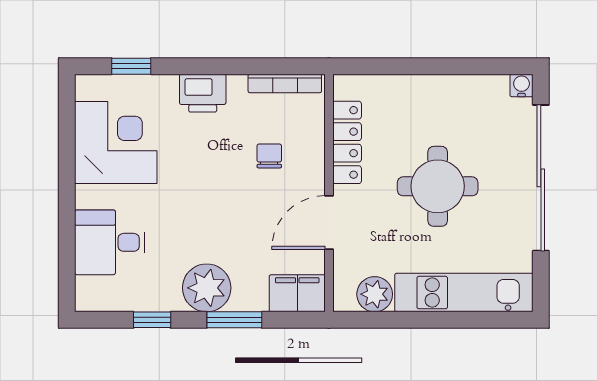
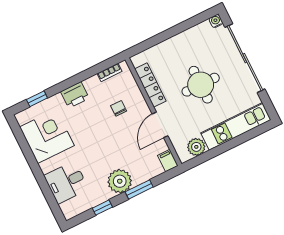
bookcase: (285, 83) -> (109, 72), width x0.64
filing cabinet: (297, 293) -> (168, 161), width x0.50

